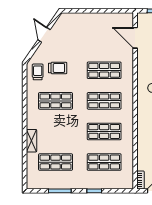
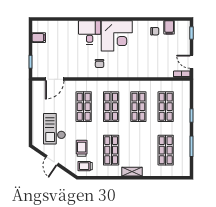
door: (44, 35) -> (52, 160), hinge flipped
checkout: (79, 38) -> (54, 129), added
shelving: (31, 141) -> (132, 172), moved

